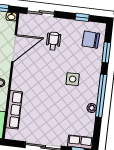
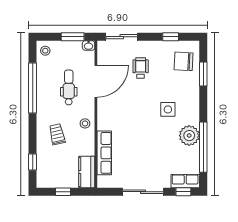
window: (101, 96) -> (203, 147), moved
plant: (92, 108) -> (189, 136), width x1.87, depth x1.87

